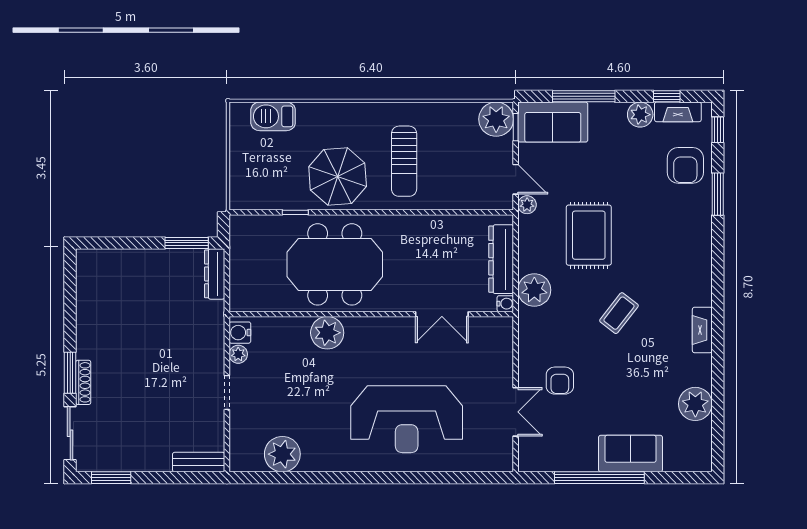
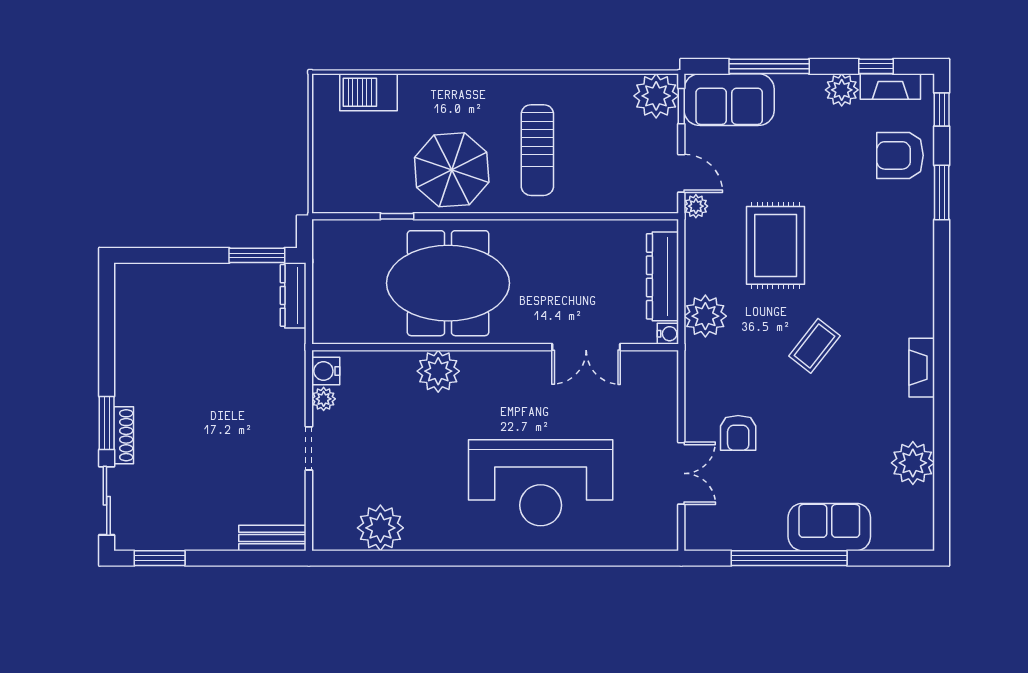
armchair: (685, 165) -> (900, 155), turned 90

